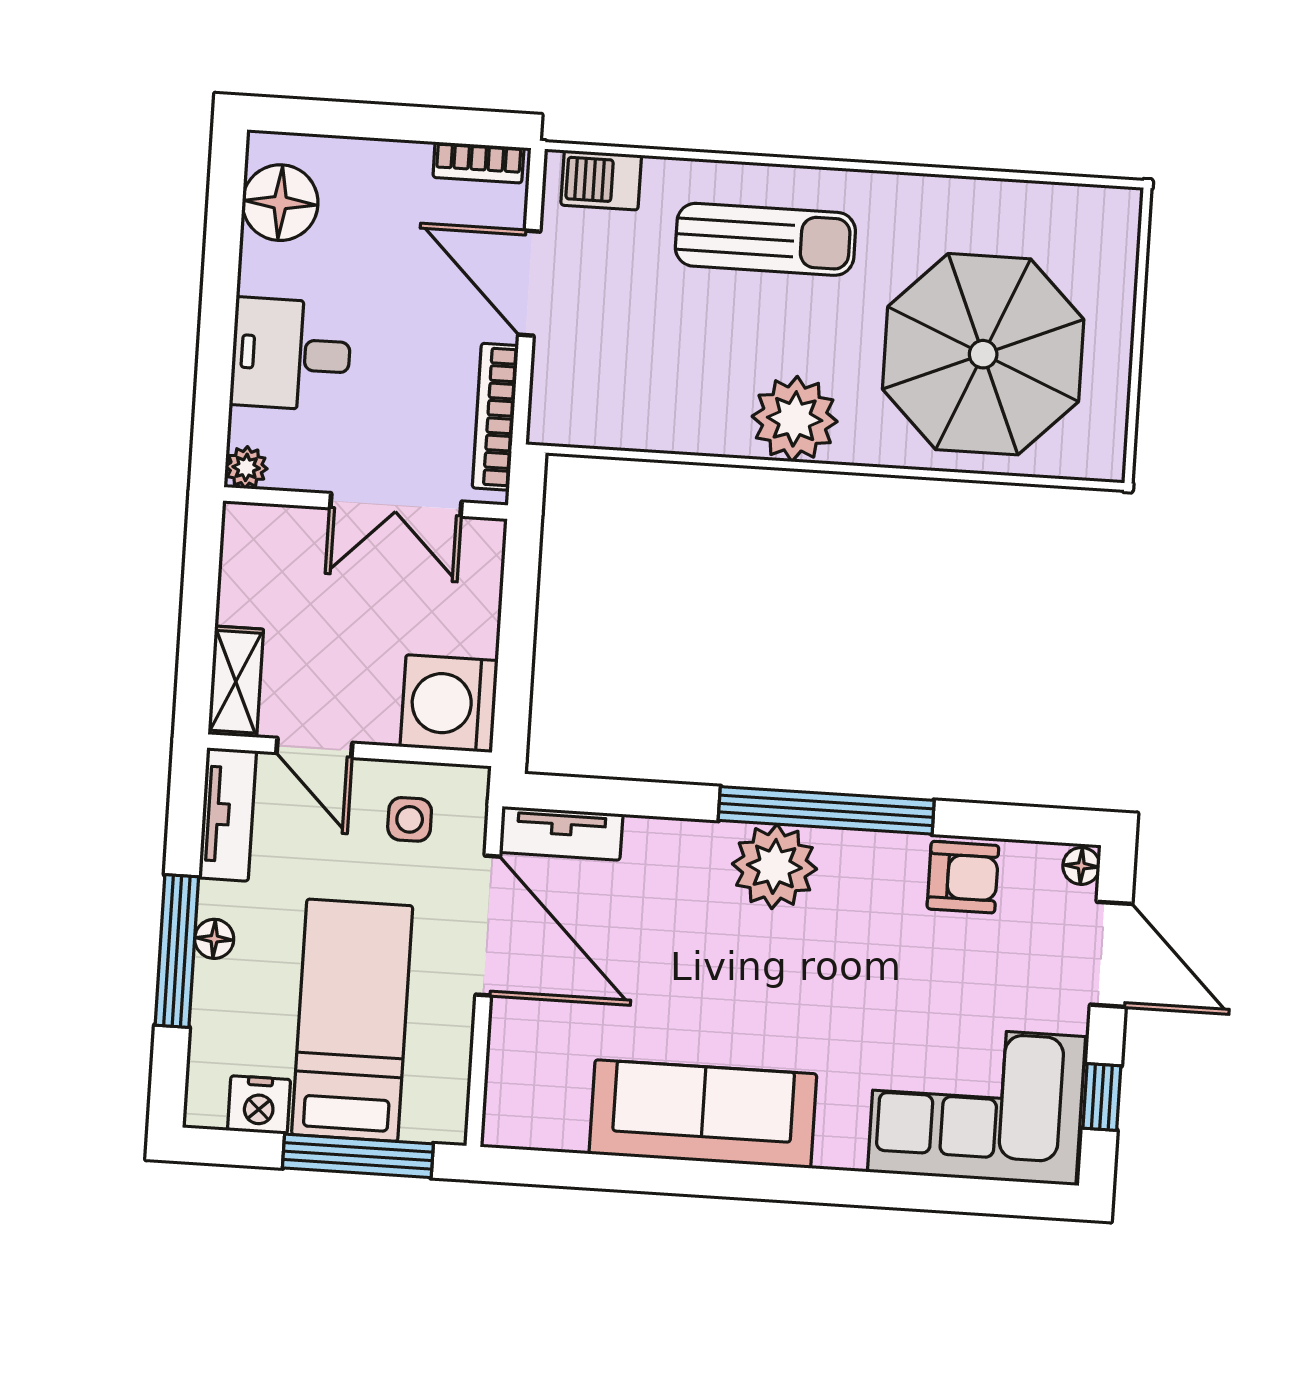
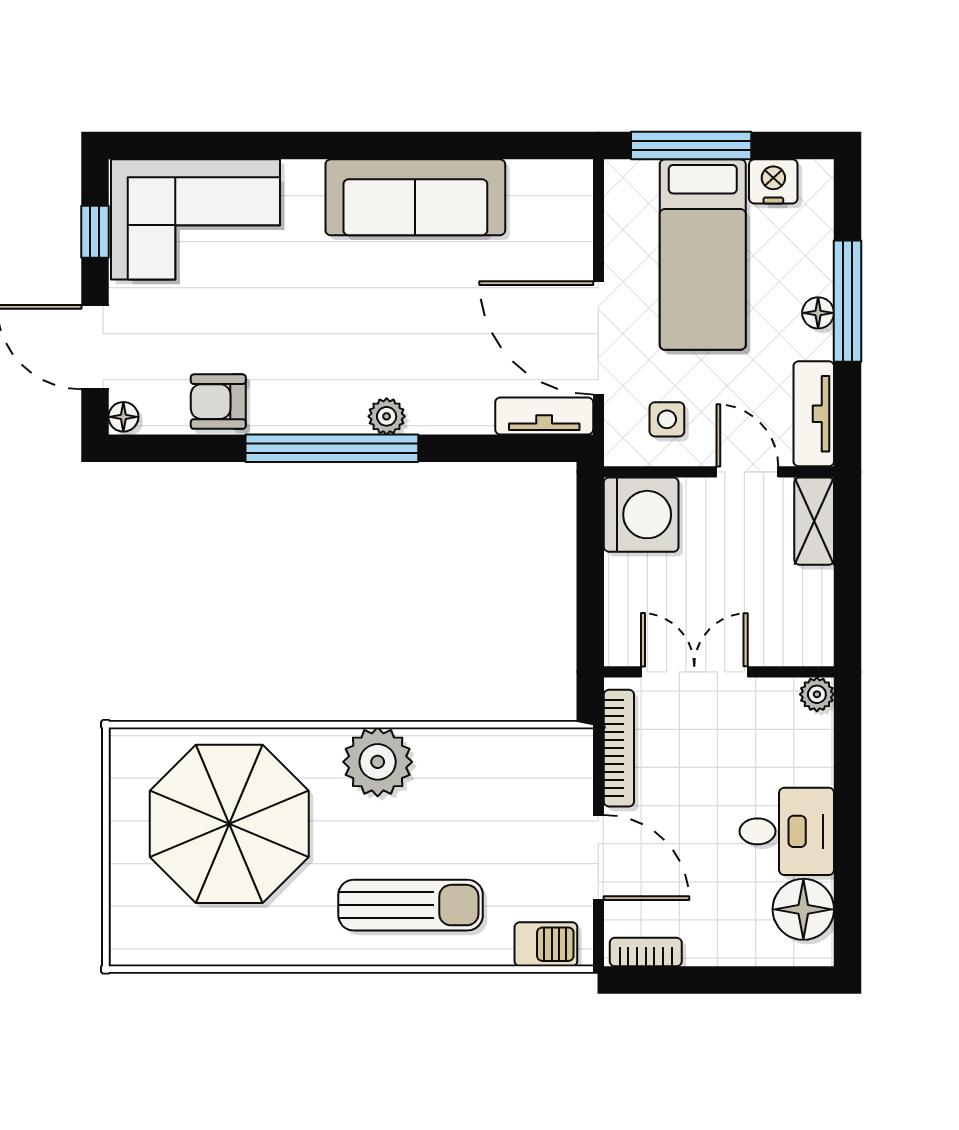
sun lounger: (765, 239) -> (411, 905), turned 180
desk: (291, 354) -> (787, 831), moved
plant: (774, 866) -> (387, 416), width x0.53, depth x0.53

